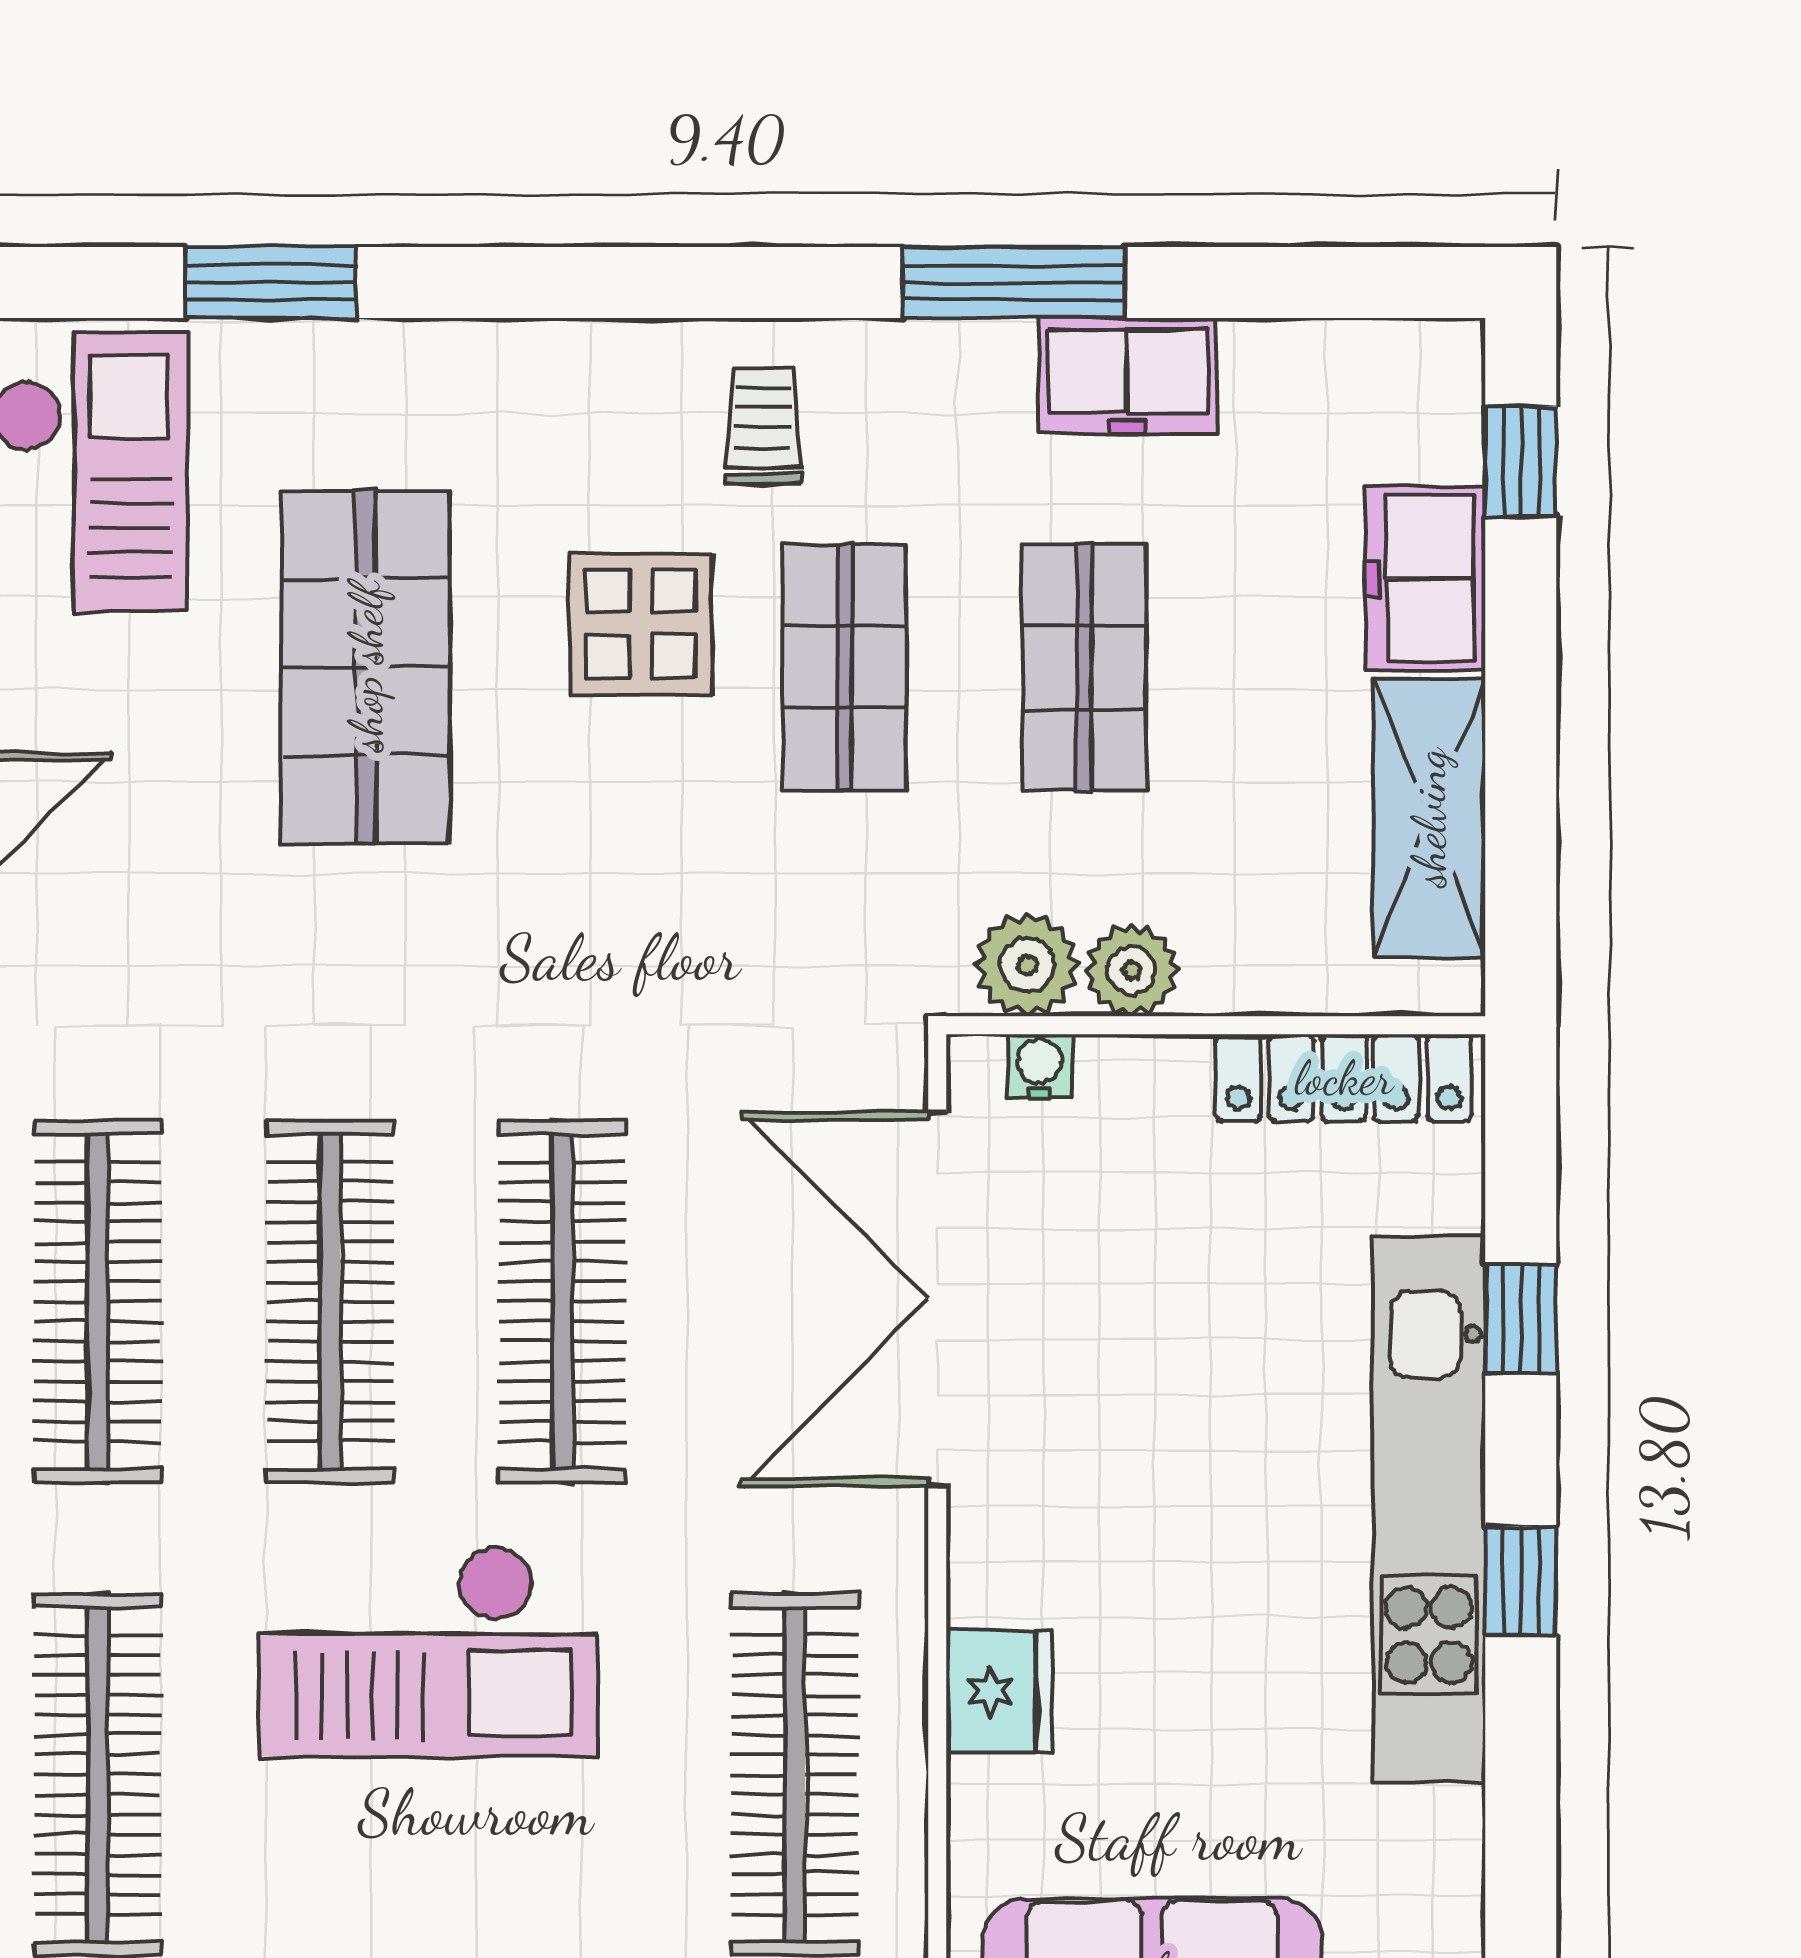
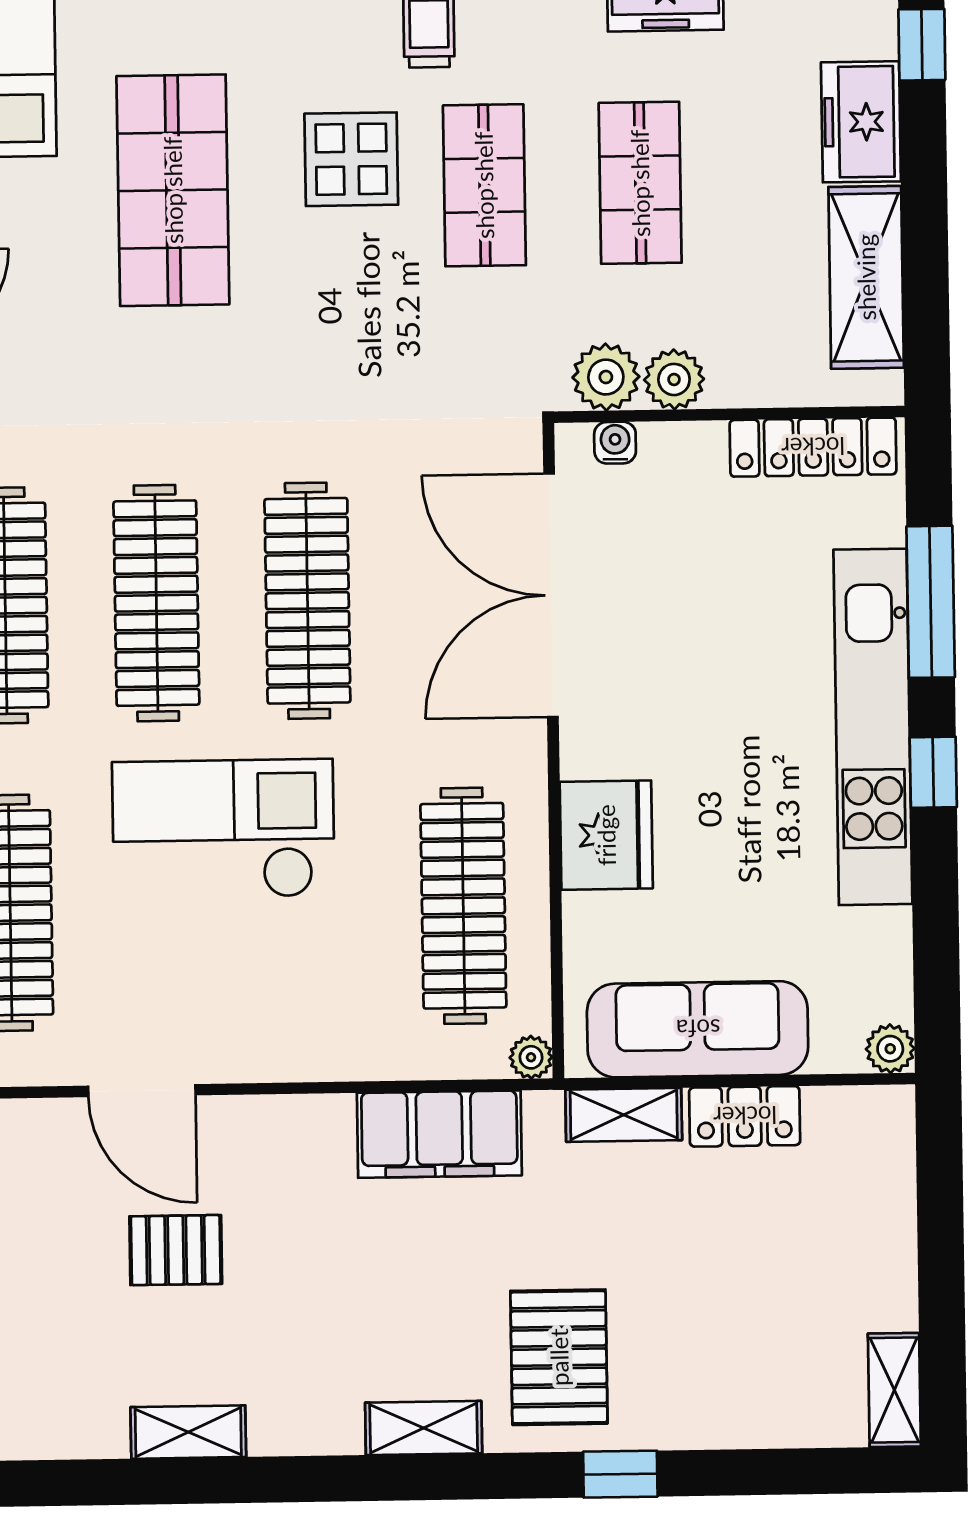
window: (1521, 1318) -> (931, 602), width x2.17
checkout: (428, 1651) -> (223, 829), turned 180
fridge: (999, 1691) -> (606, 835), width x1.36, depth x1.34

